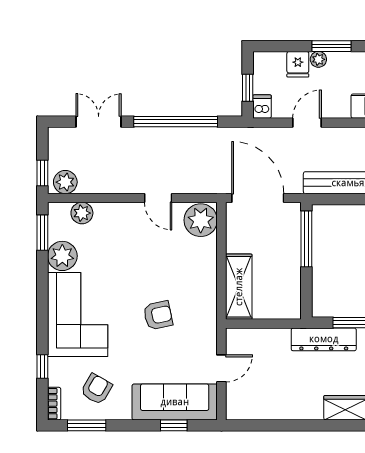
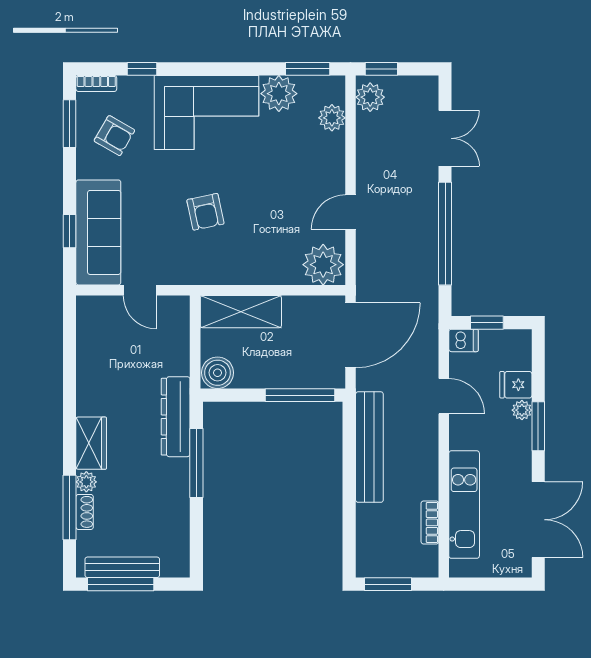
boiler: (288, 306) -> (218, 373), added

